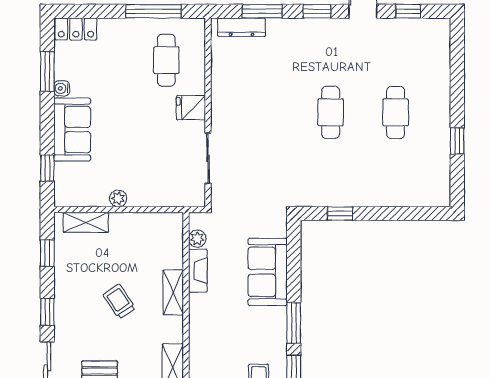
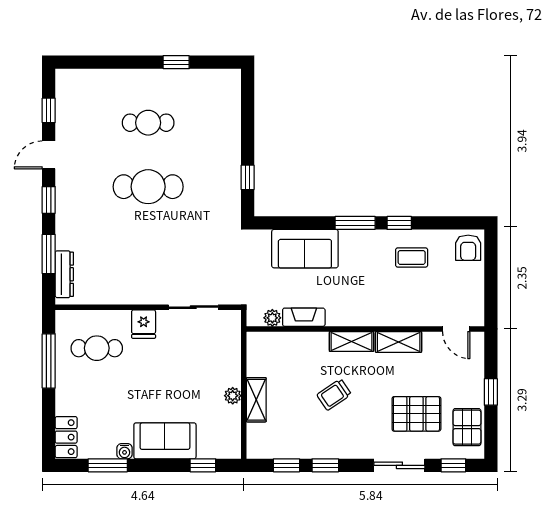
cafe table: (331, 112) -> (148, 187), width x1.37, depth x1.35
shelving: (86, 222) -> (256, 400), moved
shelving: (173, 292) -> (352, 342), moved
window: (47, 312) -> (325, 465), moved

